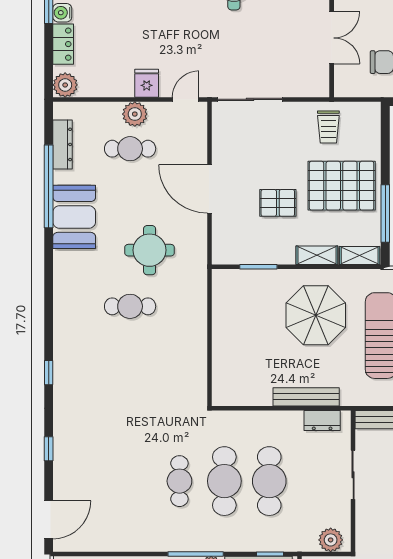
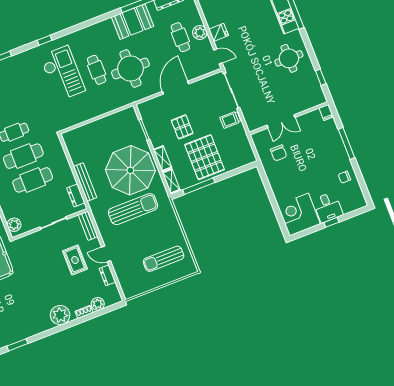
trolley: (328, 127) -> (230, 120), moved
round table: (150, 250) -> (130, 69), width x1.36, depth x1.36
parasol: (316, 315) -> (130, 170), width x1.36, depth x1.36
checkout: (114, 364) -> (63, 73), added

